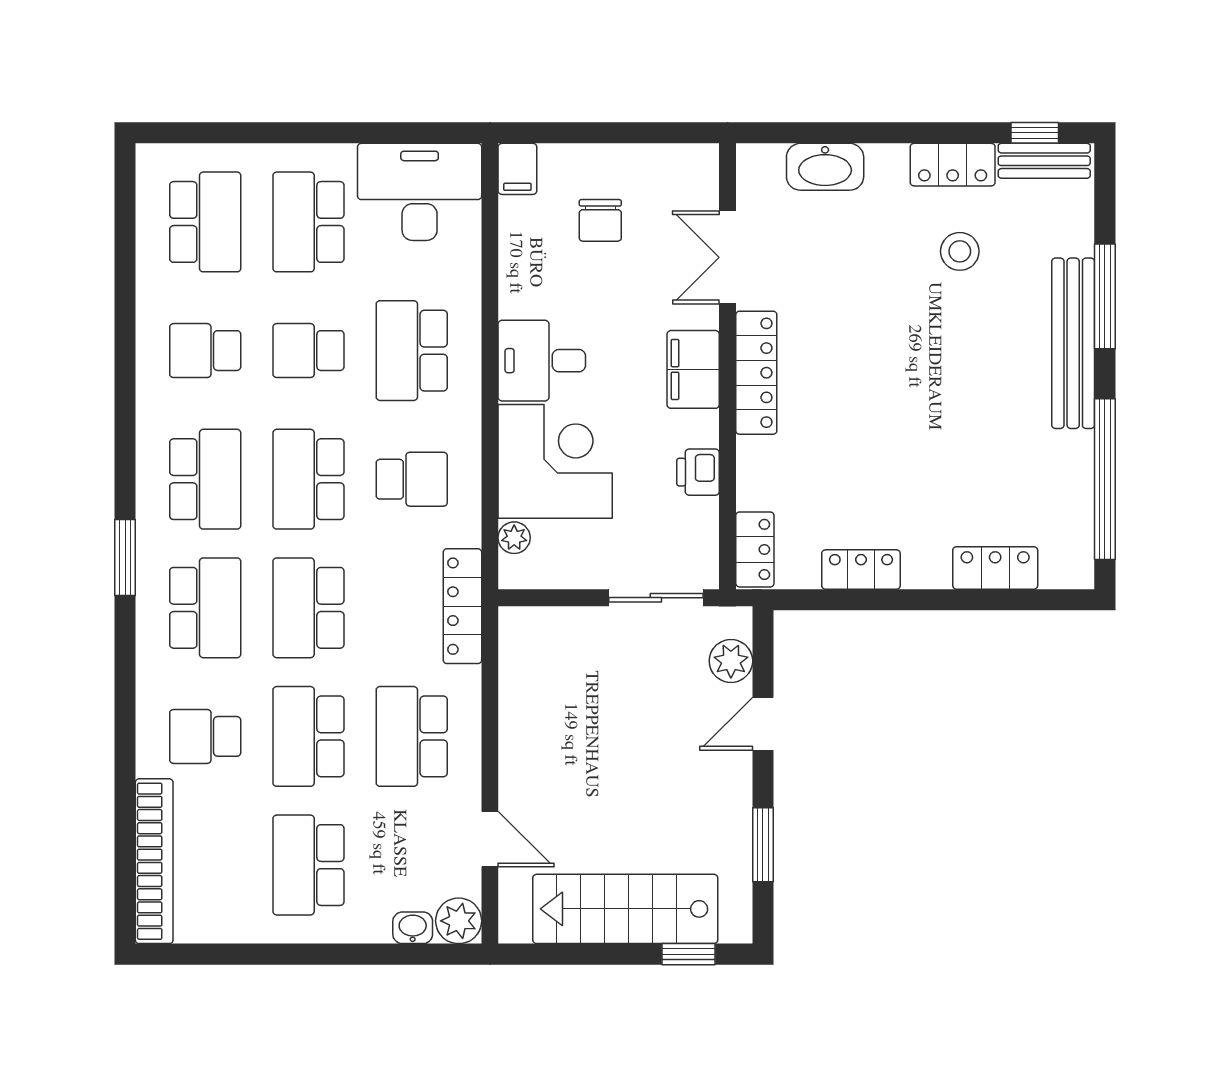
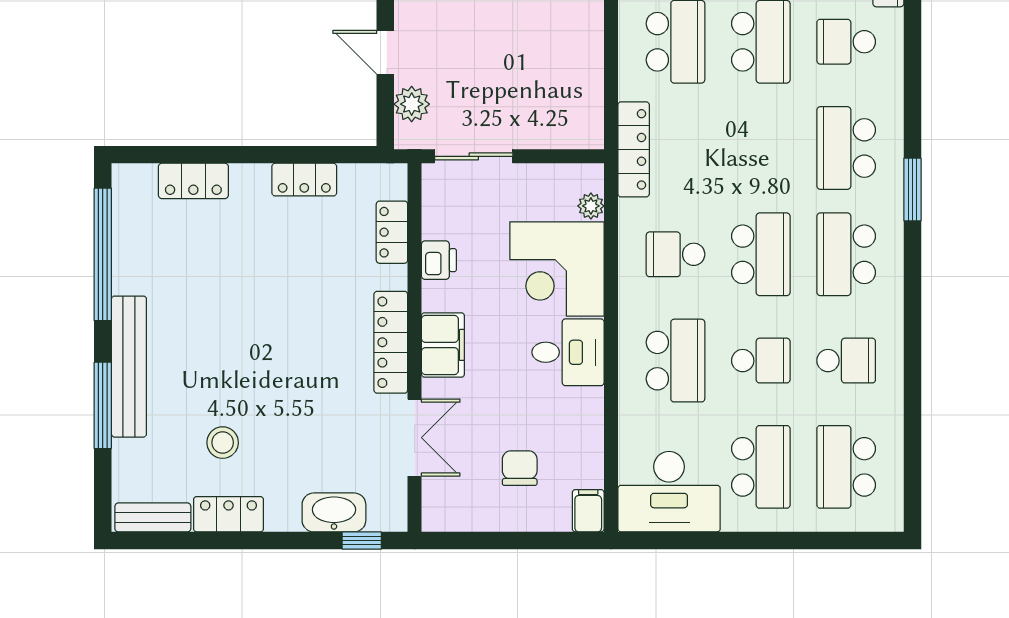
window: (1035, 133) -> (362, 541), moved
locker: (755, 549) -> (392, 232), moved
school desk: (308, 608) -> (761, 148), removed
door: (763, 724) -> (385, 52), swing flipped
school desk: (205, 736) -> (846, 42), turned 180

